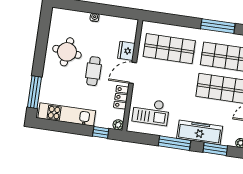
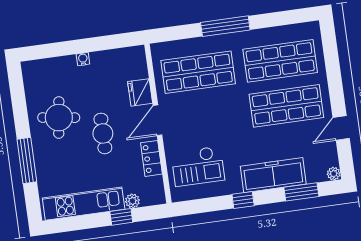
window: (218, 26) -> (225, 26), moved
window: (35, 92) -> (27, 161), moved
plant: (118, 125) -> (132, 201), moved
window: (101, 132) -> (121, 217), moved
window: (175, 143) -> (243, 200), width x0.46

